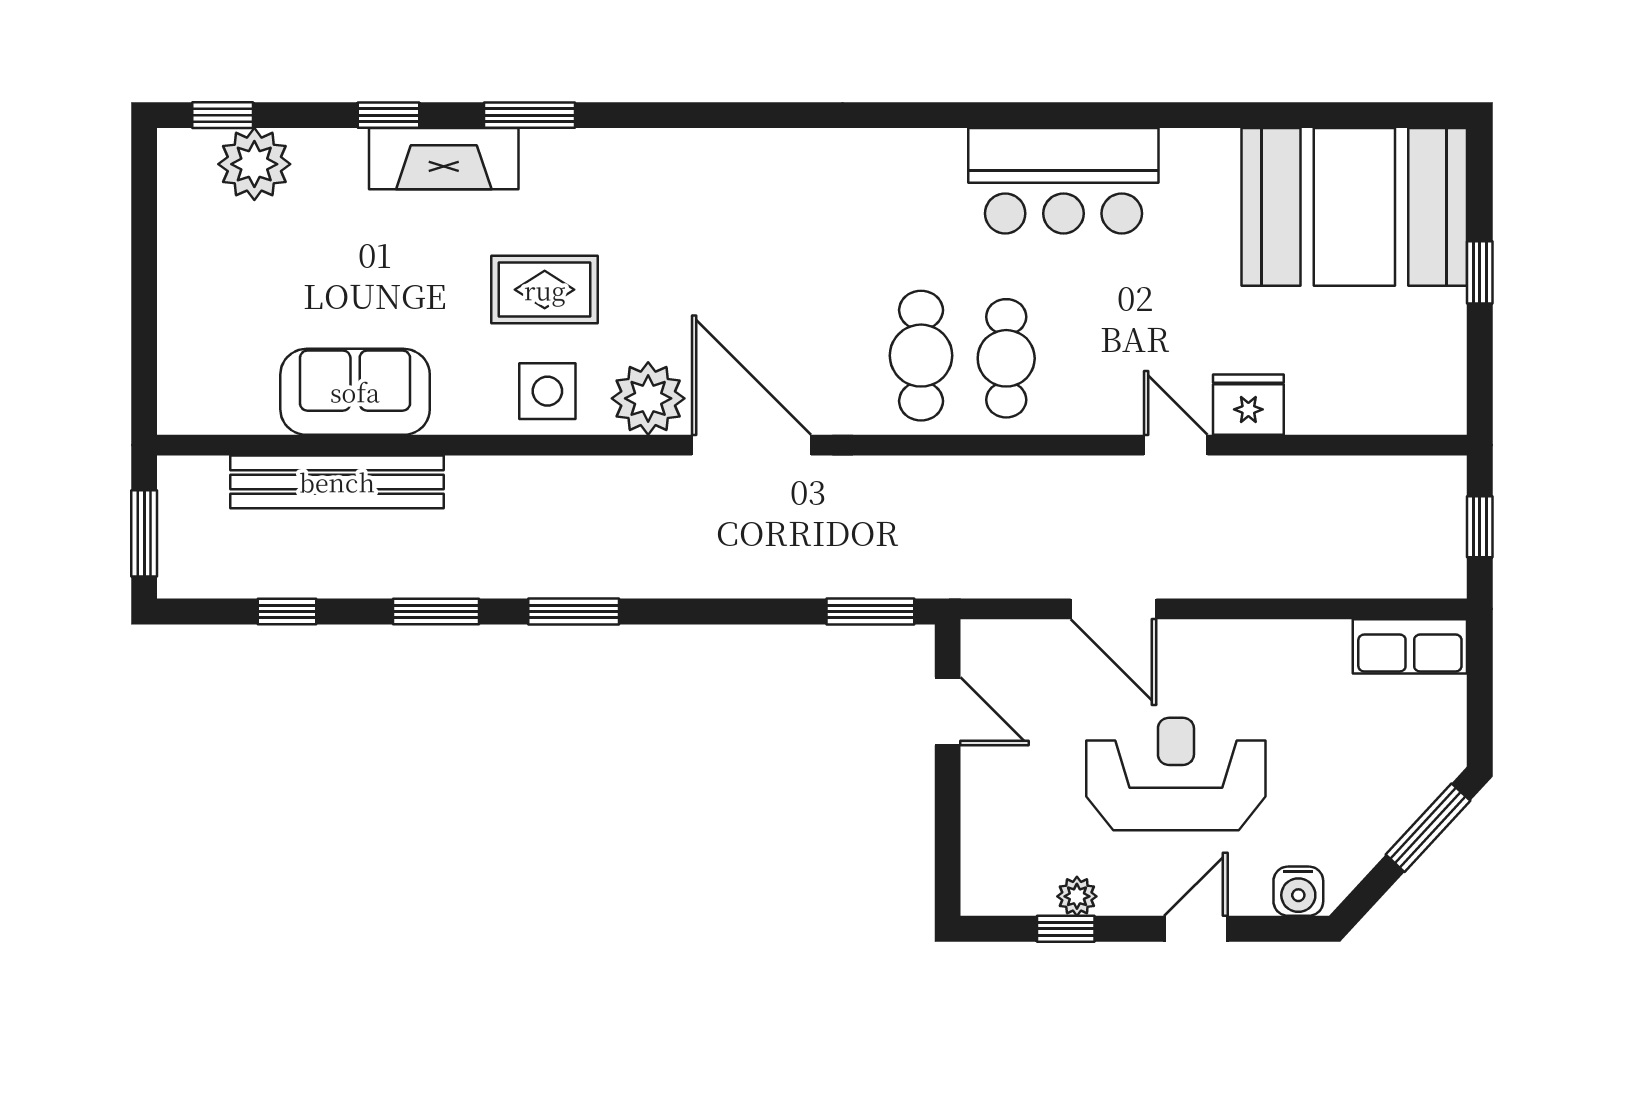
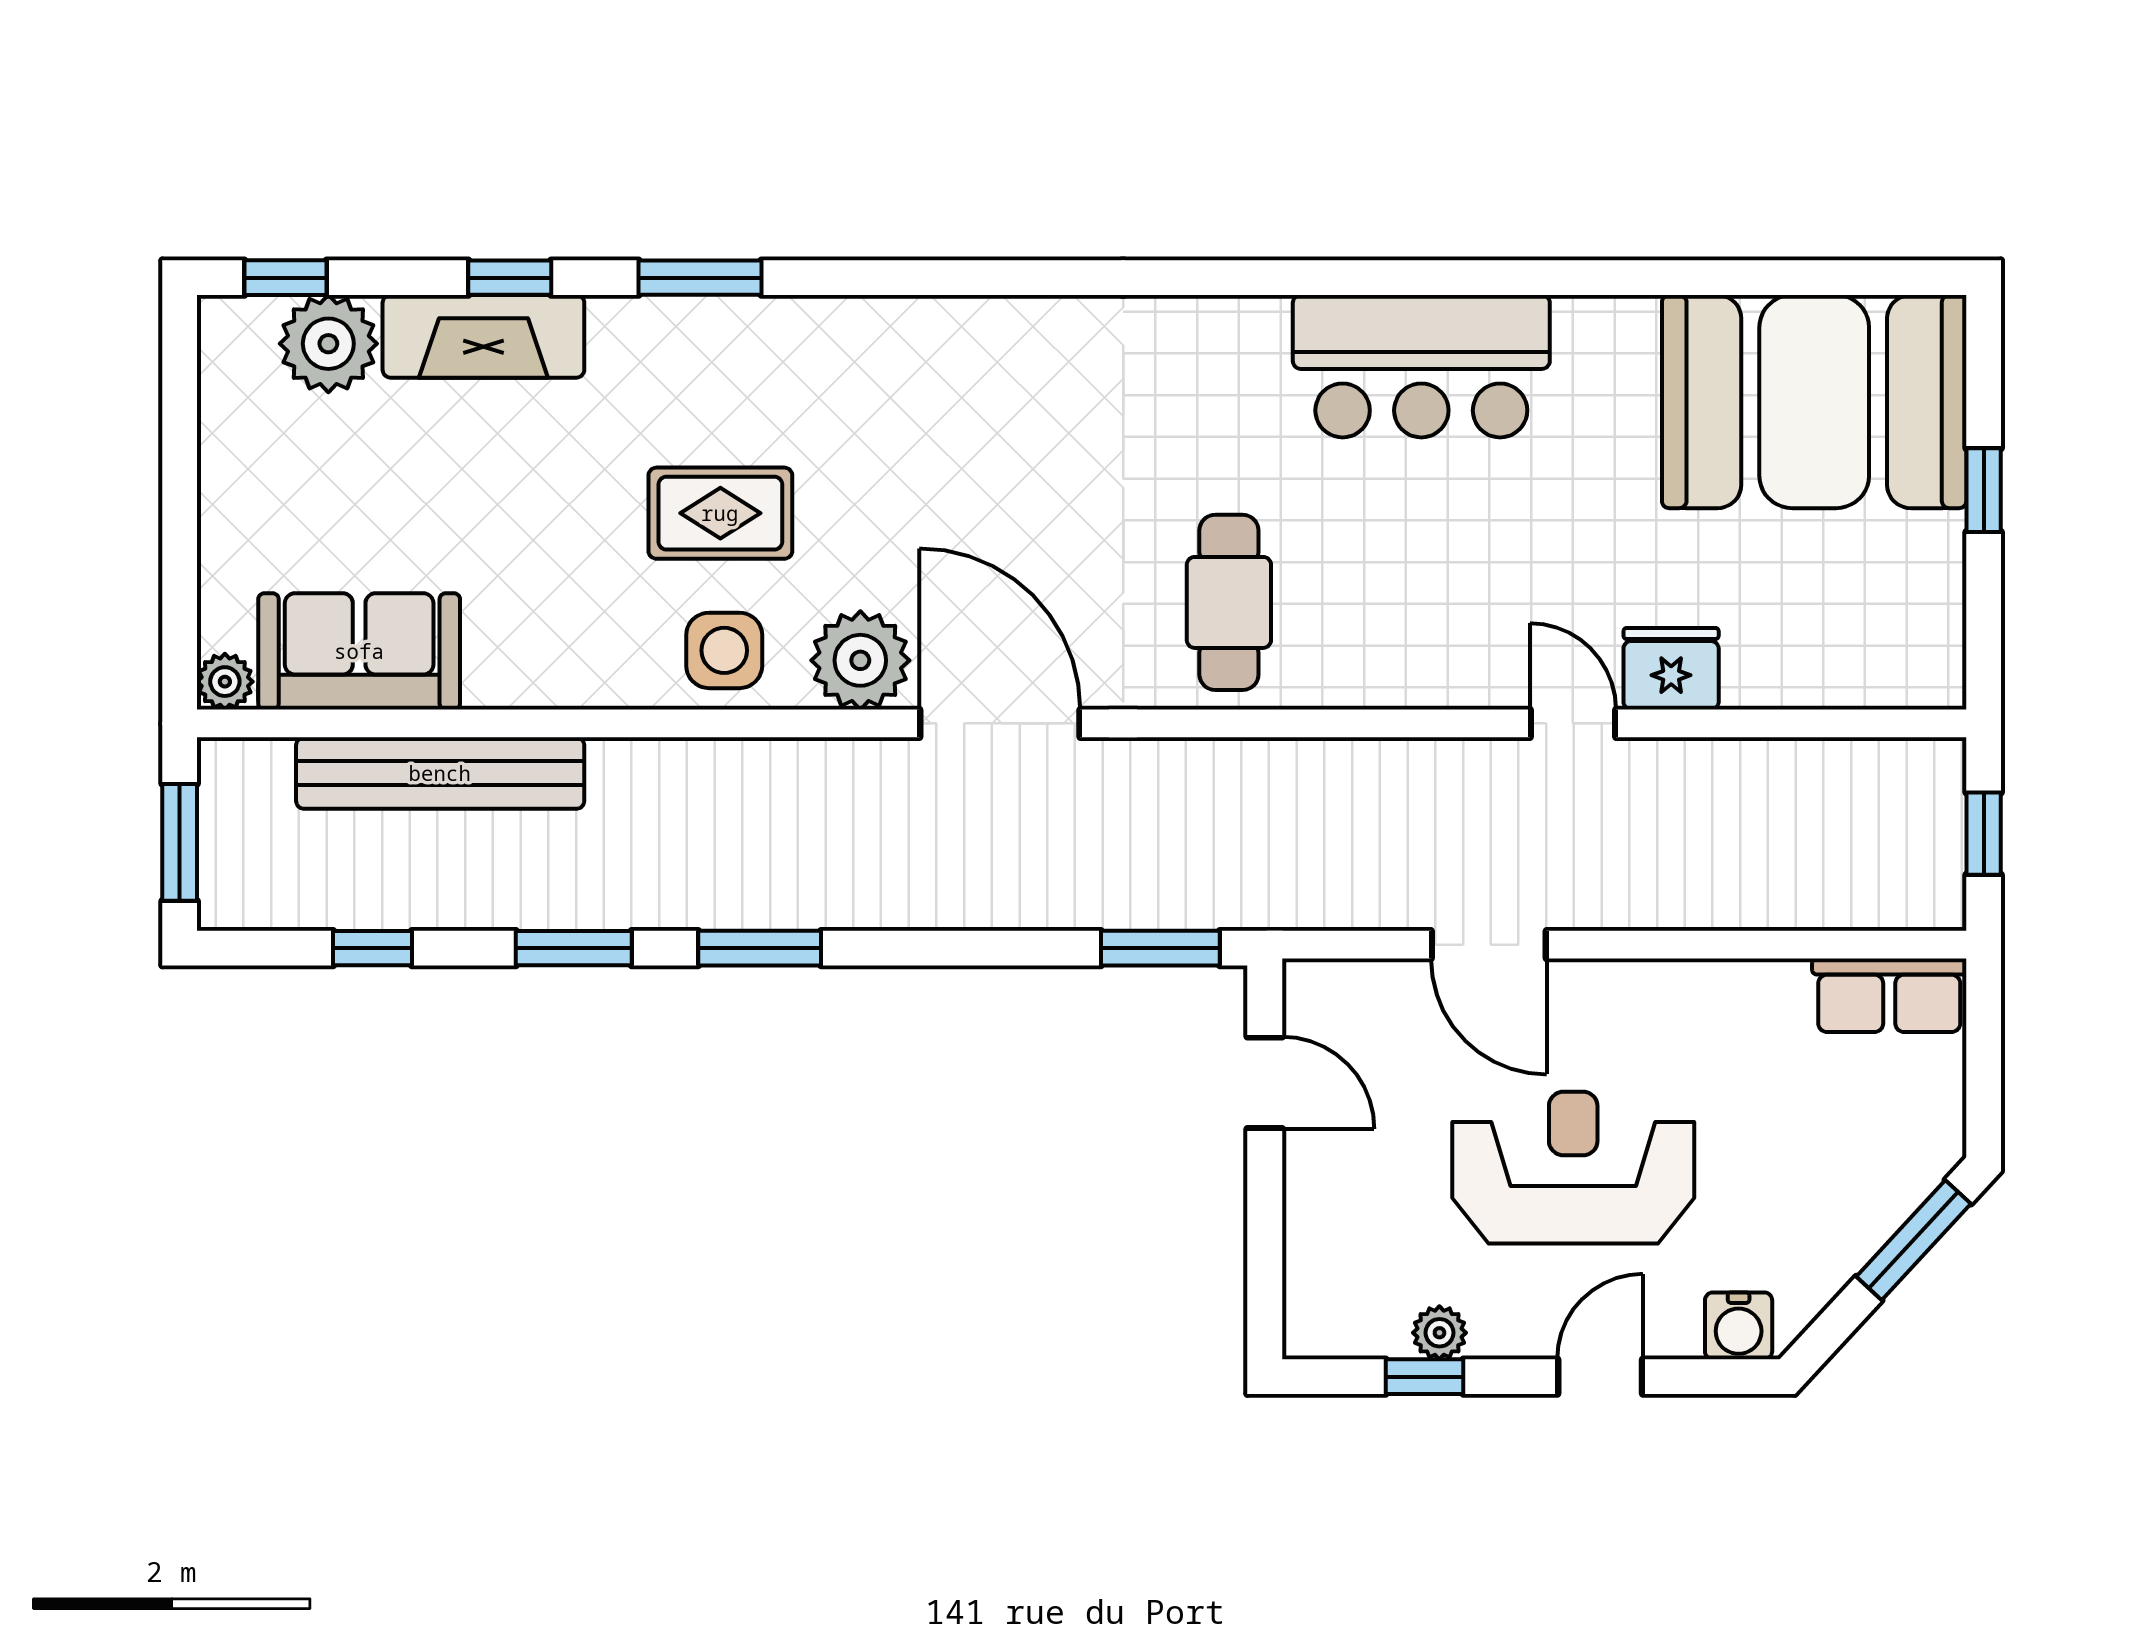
fireplace: (444, 159) -> (483, 336), moved
cafe table: (1006, 358) -> (1344, 606), removed
sofa: (355, 392) -> (359, 651), moved
plant: (178, 414) -> (225, 682), added

